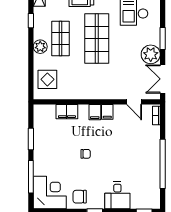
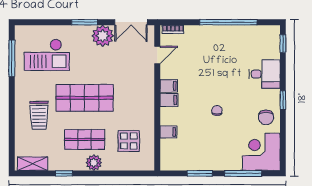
display table: (47, 79) -> (129, 141), moved
filing cabinet: (67, 112) -> (168, 132), width x0.50

